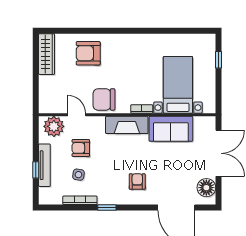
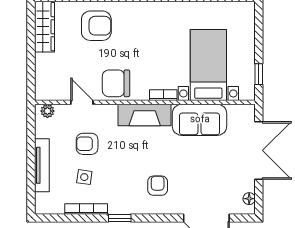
armchair: (88, 53) -> (96, 26), turned 180
window: (218, 60) -> (259, 74), moved
plant: (54, 126) -> (47, 111), width x0.53, depth x0.53
window: (36, 170) -> (31, 171), removed
floor lamp: (206, 188) -> (249, 199), width x0.53, depth x0.53

